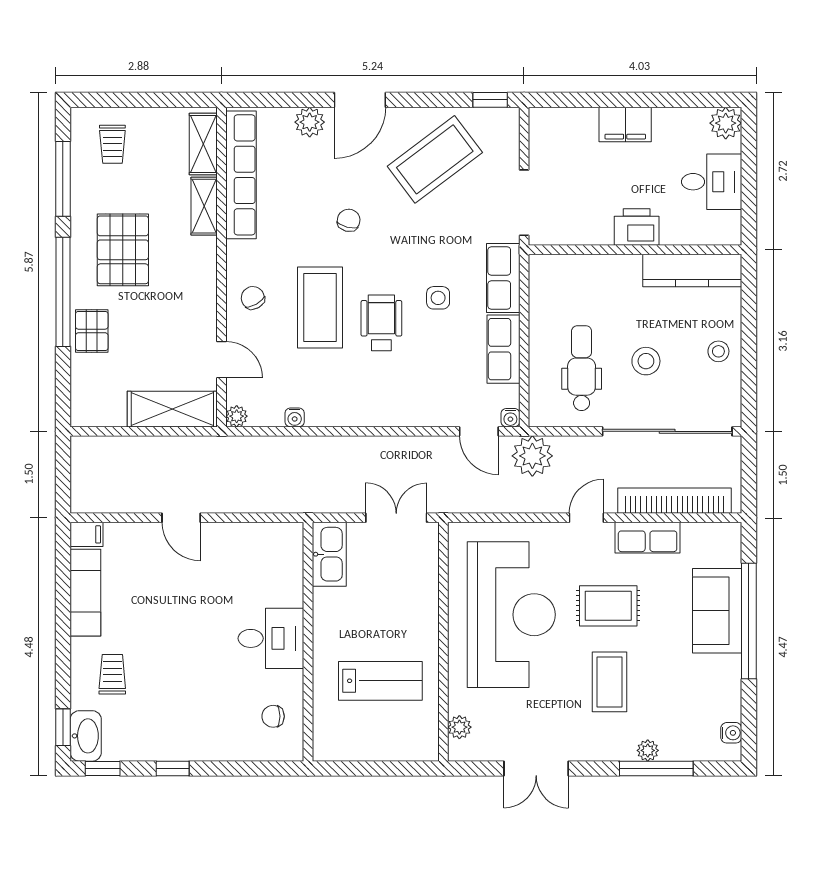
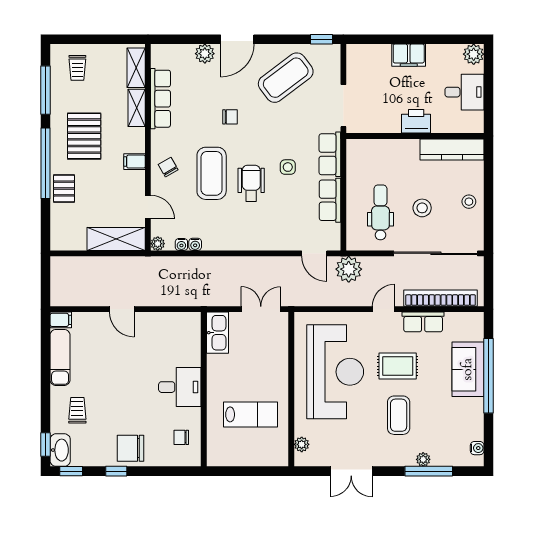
row of seats: (241, 175) -> (160, 99), width x0.73
chair: (349, 220) -> (230, 117), turned 75
filing cabinet: (201, 289) -> (134, 162), added
water cooler: (510, 418) -> (181, 244), moved
chair: (195, 733) -> (131, 448), added

